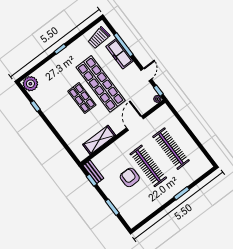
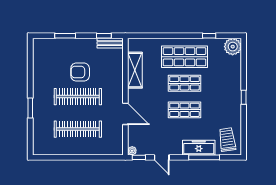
shop shelf: (101, 84) -> (185, 110), width x0.50, depth x0.74
shop shelf: (63, 112) -> (185, 57), added
armchair: (130, 177) -> (80, 72), turned 180

